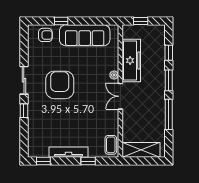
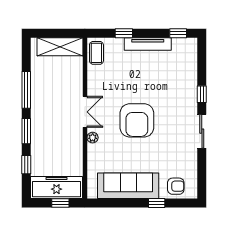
armchair: (45, 35) -> (176, 186), turned 180
freezer: (131, 60) -> (56, 188), moved, turned 90
armchair: (60, 85) -> (137, 120), moved

